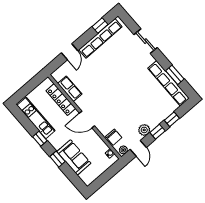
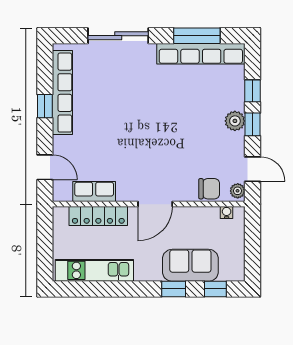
window: (100, 25) -> (45, 106), moved
sliding door: (146, 41) -> (118, 36), width x1.37
door: (70, 52) -> (45, 167), moved
window: (175, 75) -> (197, 36), width x1.44
plant: (144, 130) -> (235, 121), moved
window: (40, 139) -> (215, 289), moved

